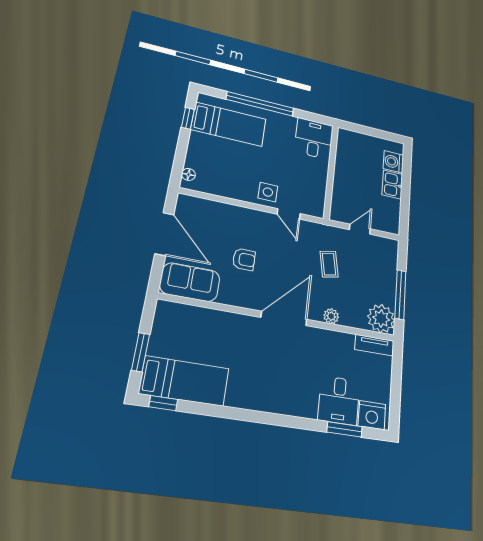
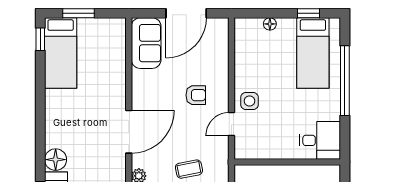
floor lamp: (188, 174) -> (270, 24), moved
armchair: (244, 259) -> (196, 95), moved, turned -90
door: (284, 318) -> (129, 132), hinge flipped
floor lamp: (305, 405) -> (56, 160), added

